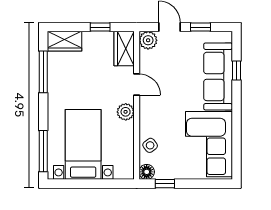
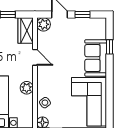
sofa: (218, 76) -> (96, 58), width x0.73
plant: (126, 112) -> (27, 88), moved

